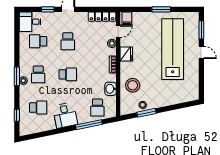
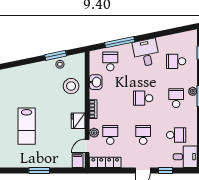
school desk: (97, 41) -> (110, 135), added
lab bench: (173, 49) -> (27, 126), width x0.54, depth x0.72

